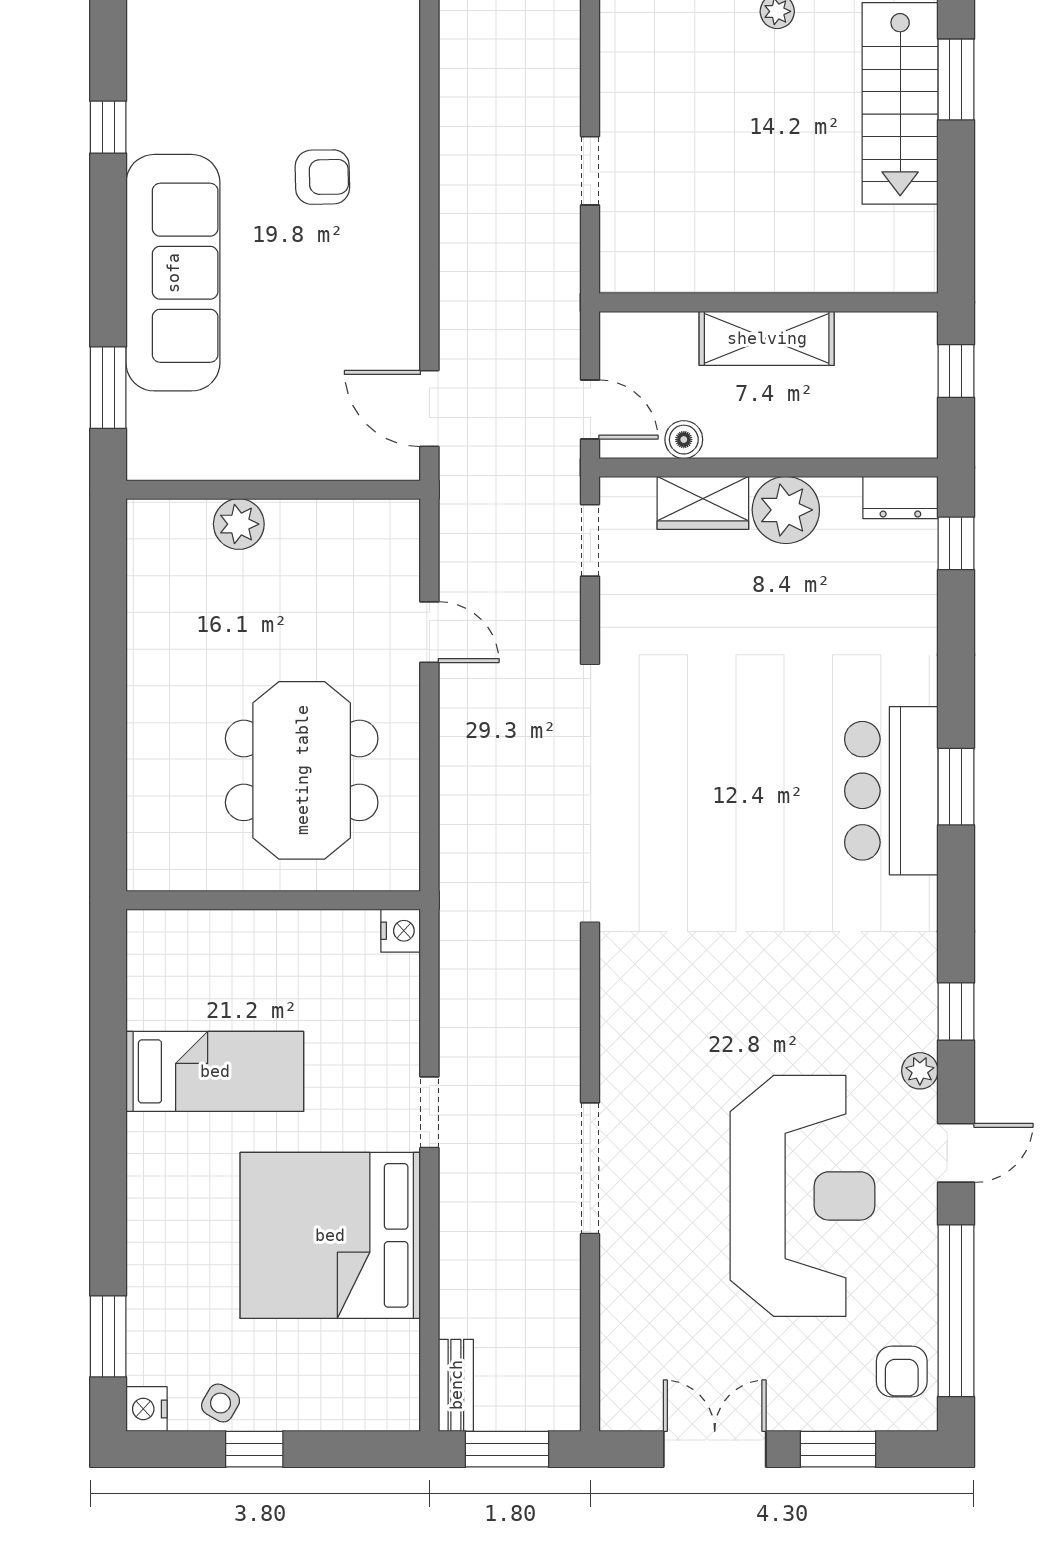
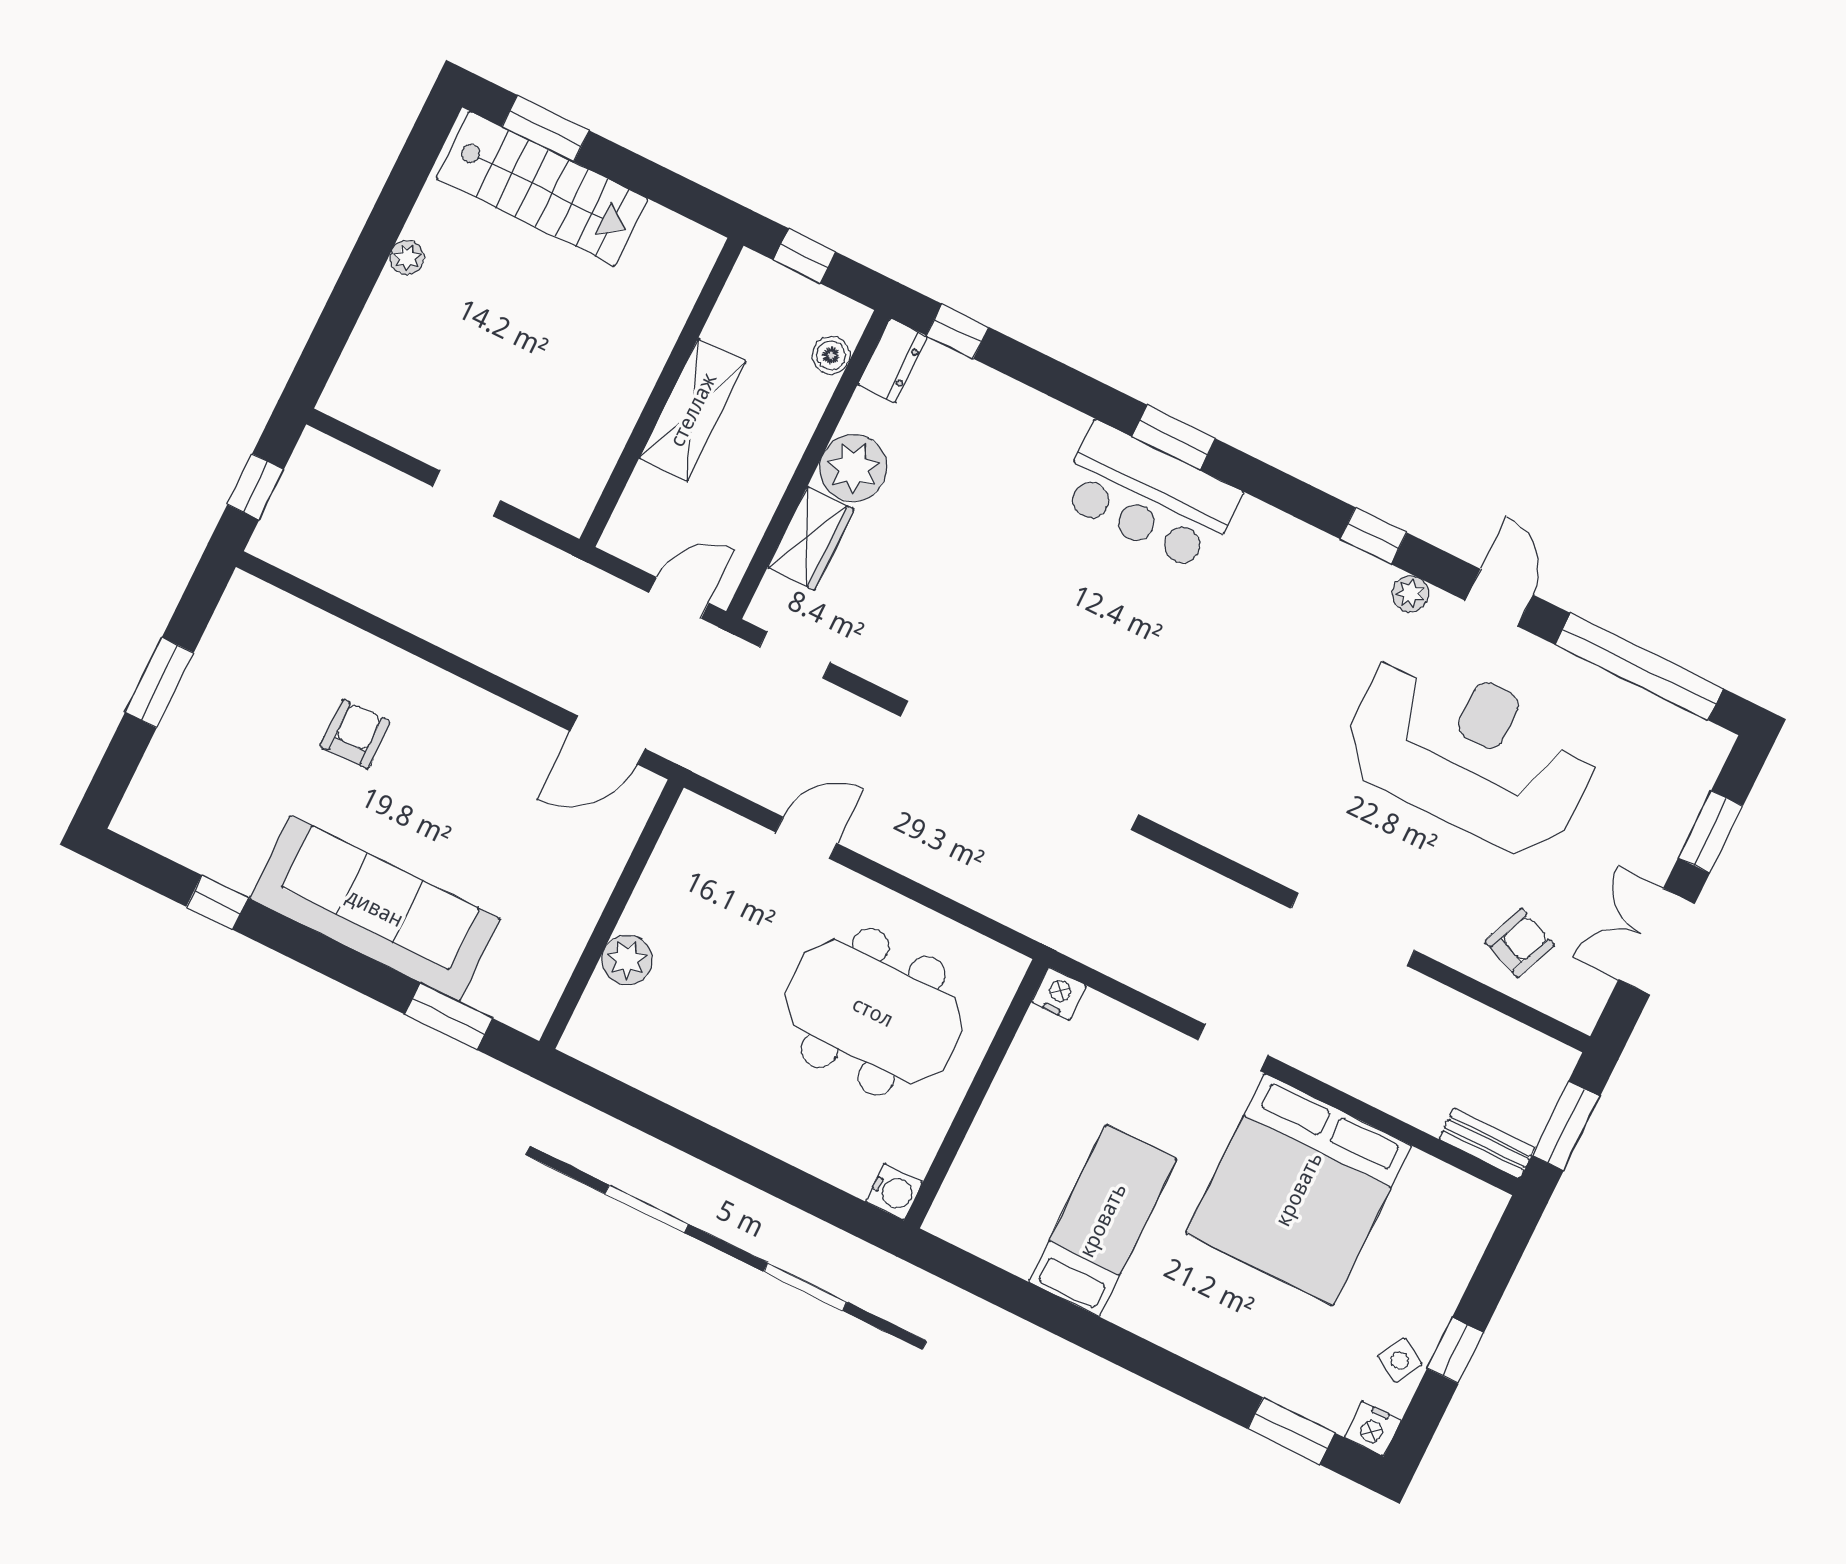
boiler: (684, 440) -> (831, 355), moved
water cooler: (148, 870) -> (894, 1192), added
armchair: (902, 1372) -> (1520, 943), moved, turned -68

